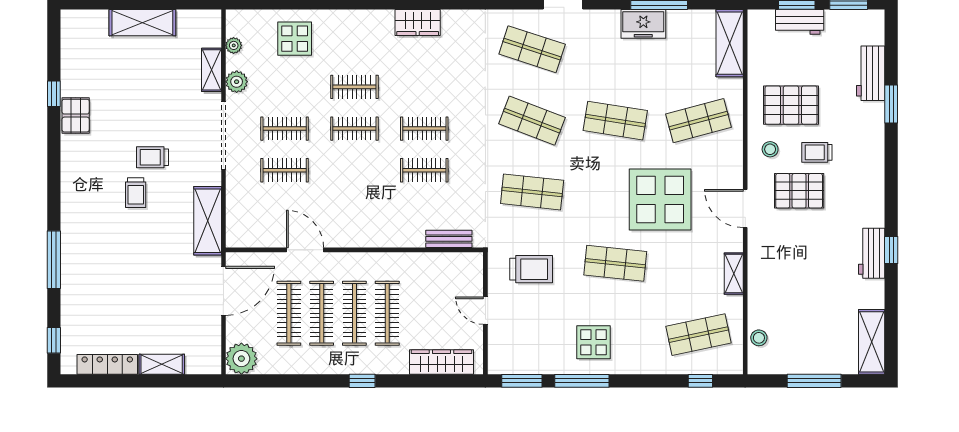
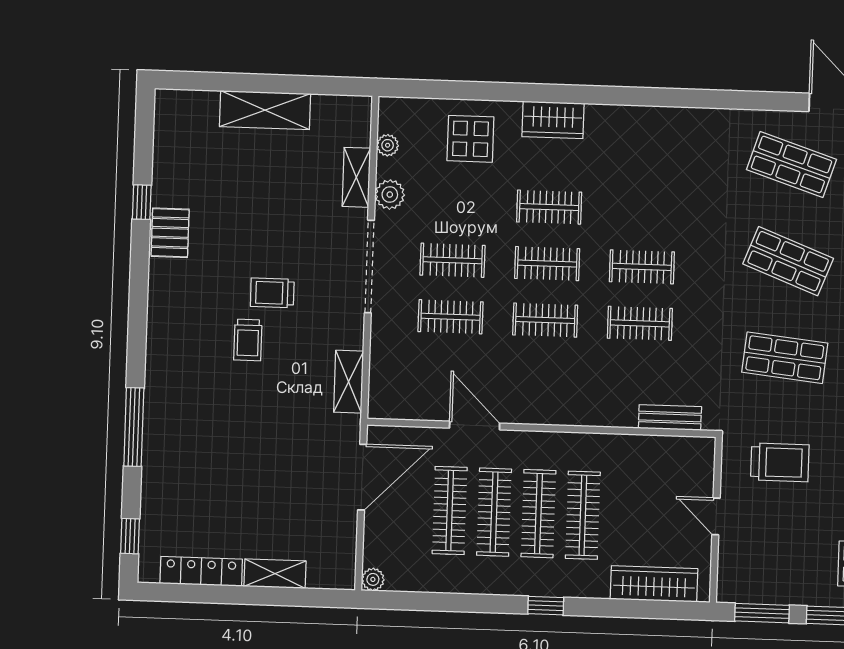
wardrobe: (418, 23) -> (553, 120), moved
clothes rail: (354, 170) -> (545, 320), added
shelving: (208, 221) -> (349, 382), width x0.67, depth x0.75
plant: (241, 359) -> (373, 579), width x0.53, depth x0.53

